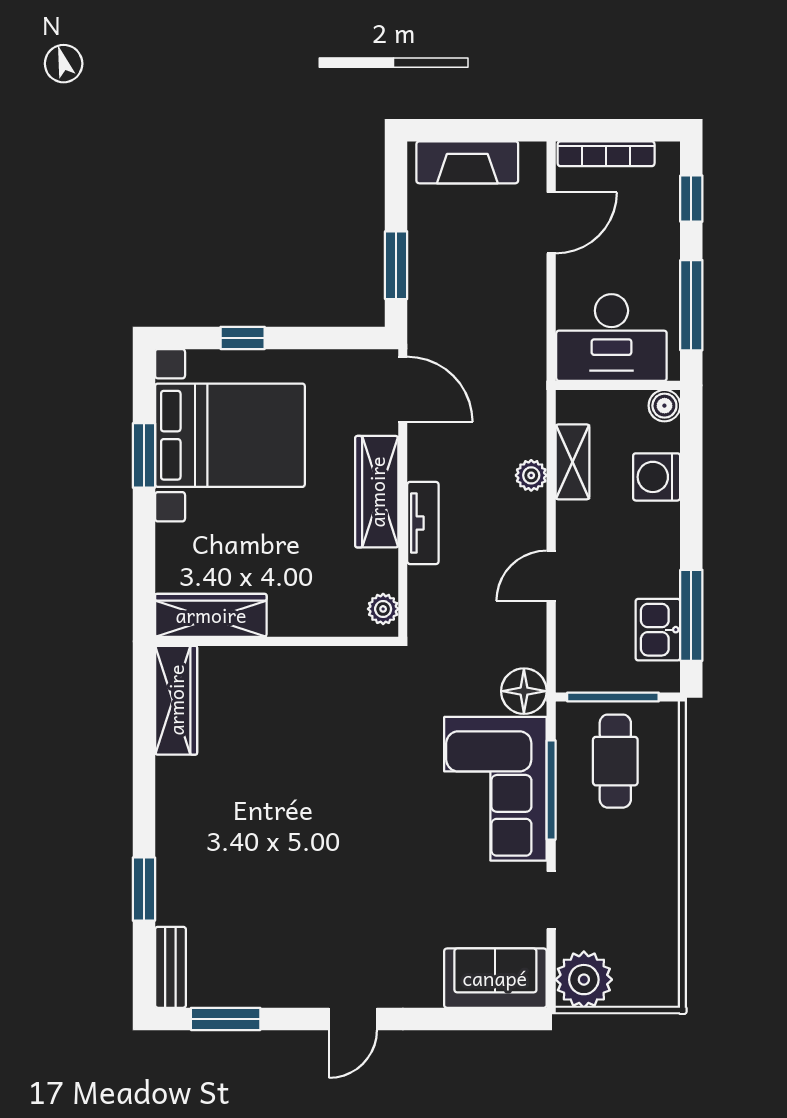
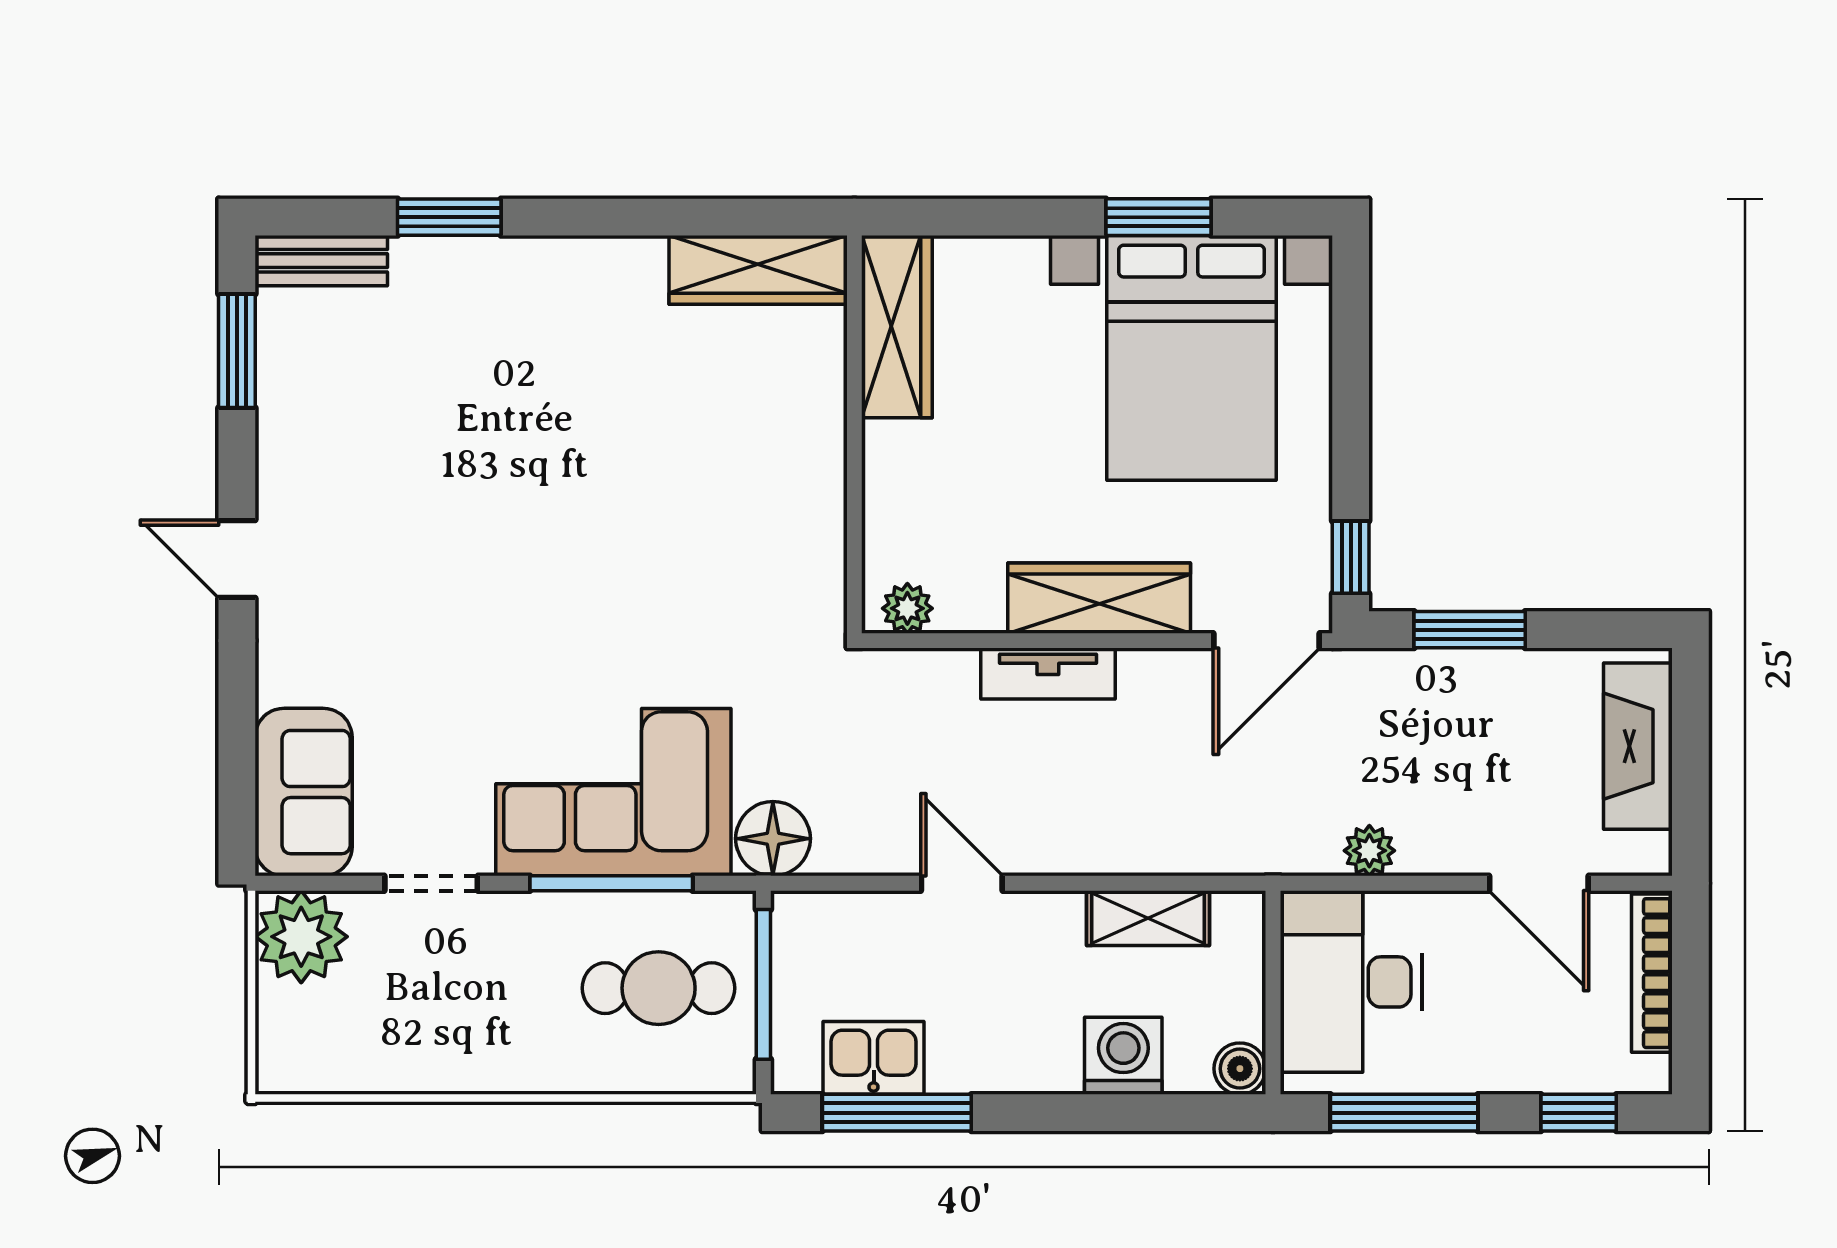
window: (243, 338) -> (1351, 557), moved
plant: (531, 475) -> (1369, 851), moved

